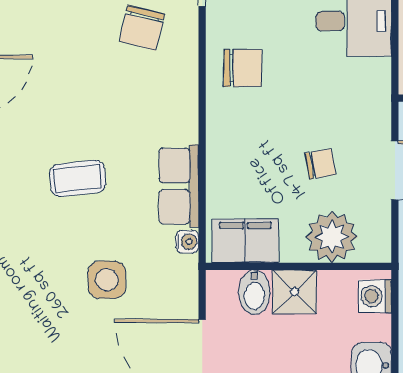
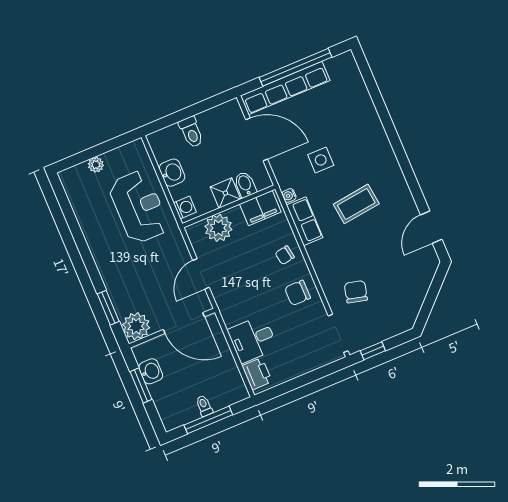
chair: (320, 164) -> (285, 255), moved
coffee table: (78, 178) -> (356, 204), width x1.36, depth x1.30

